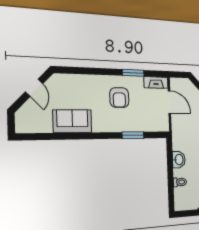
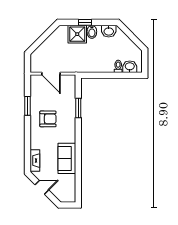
fireplace: (156, 83) -> (35, 161), moved
door: (169, 102) -> (51, 74), swing flipped
washbasin: (179, 160) -> (130, 67), moved

